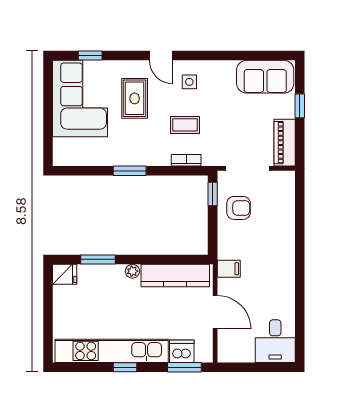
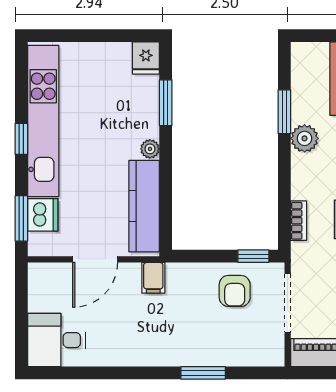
plant: (125, 156) -> (305, 138), added
window: (130, 171) -> (284, 112), moved
window: (300, 232) -> (203, 373), added

